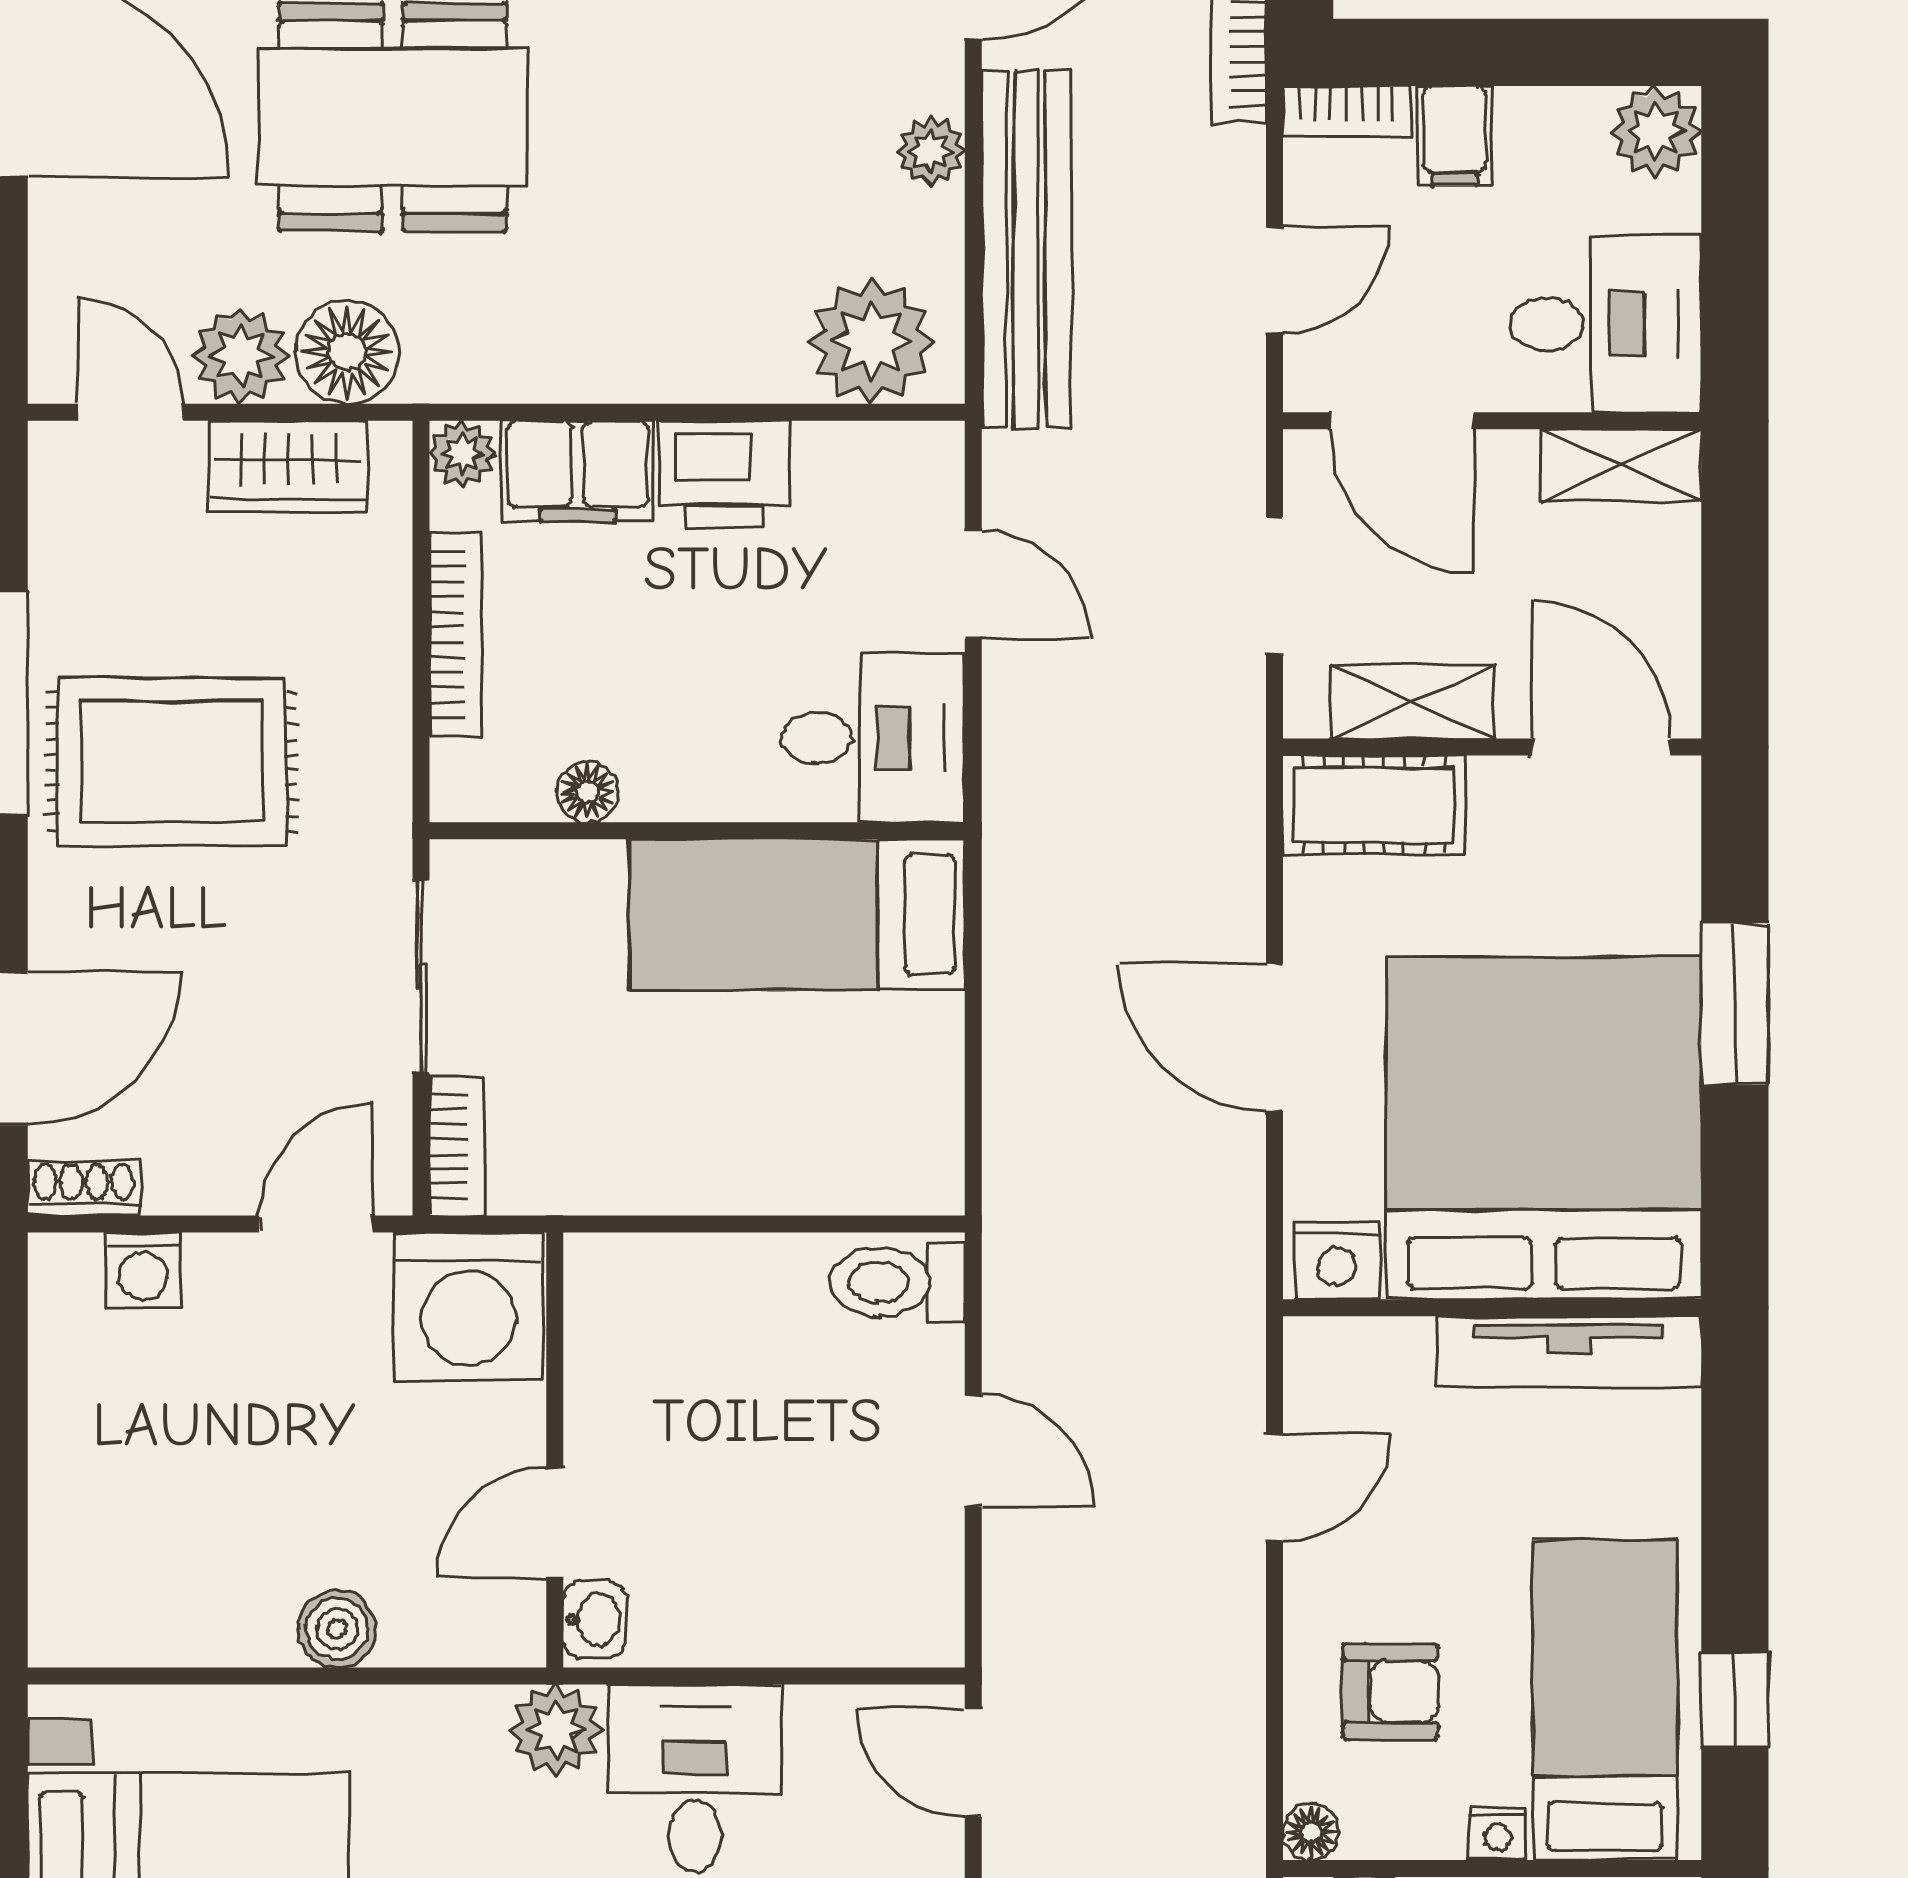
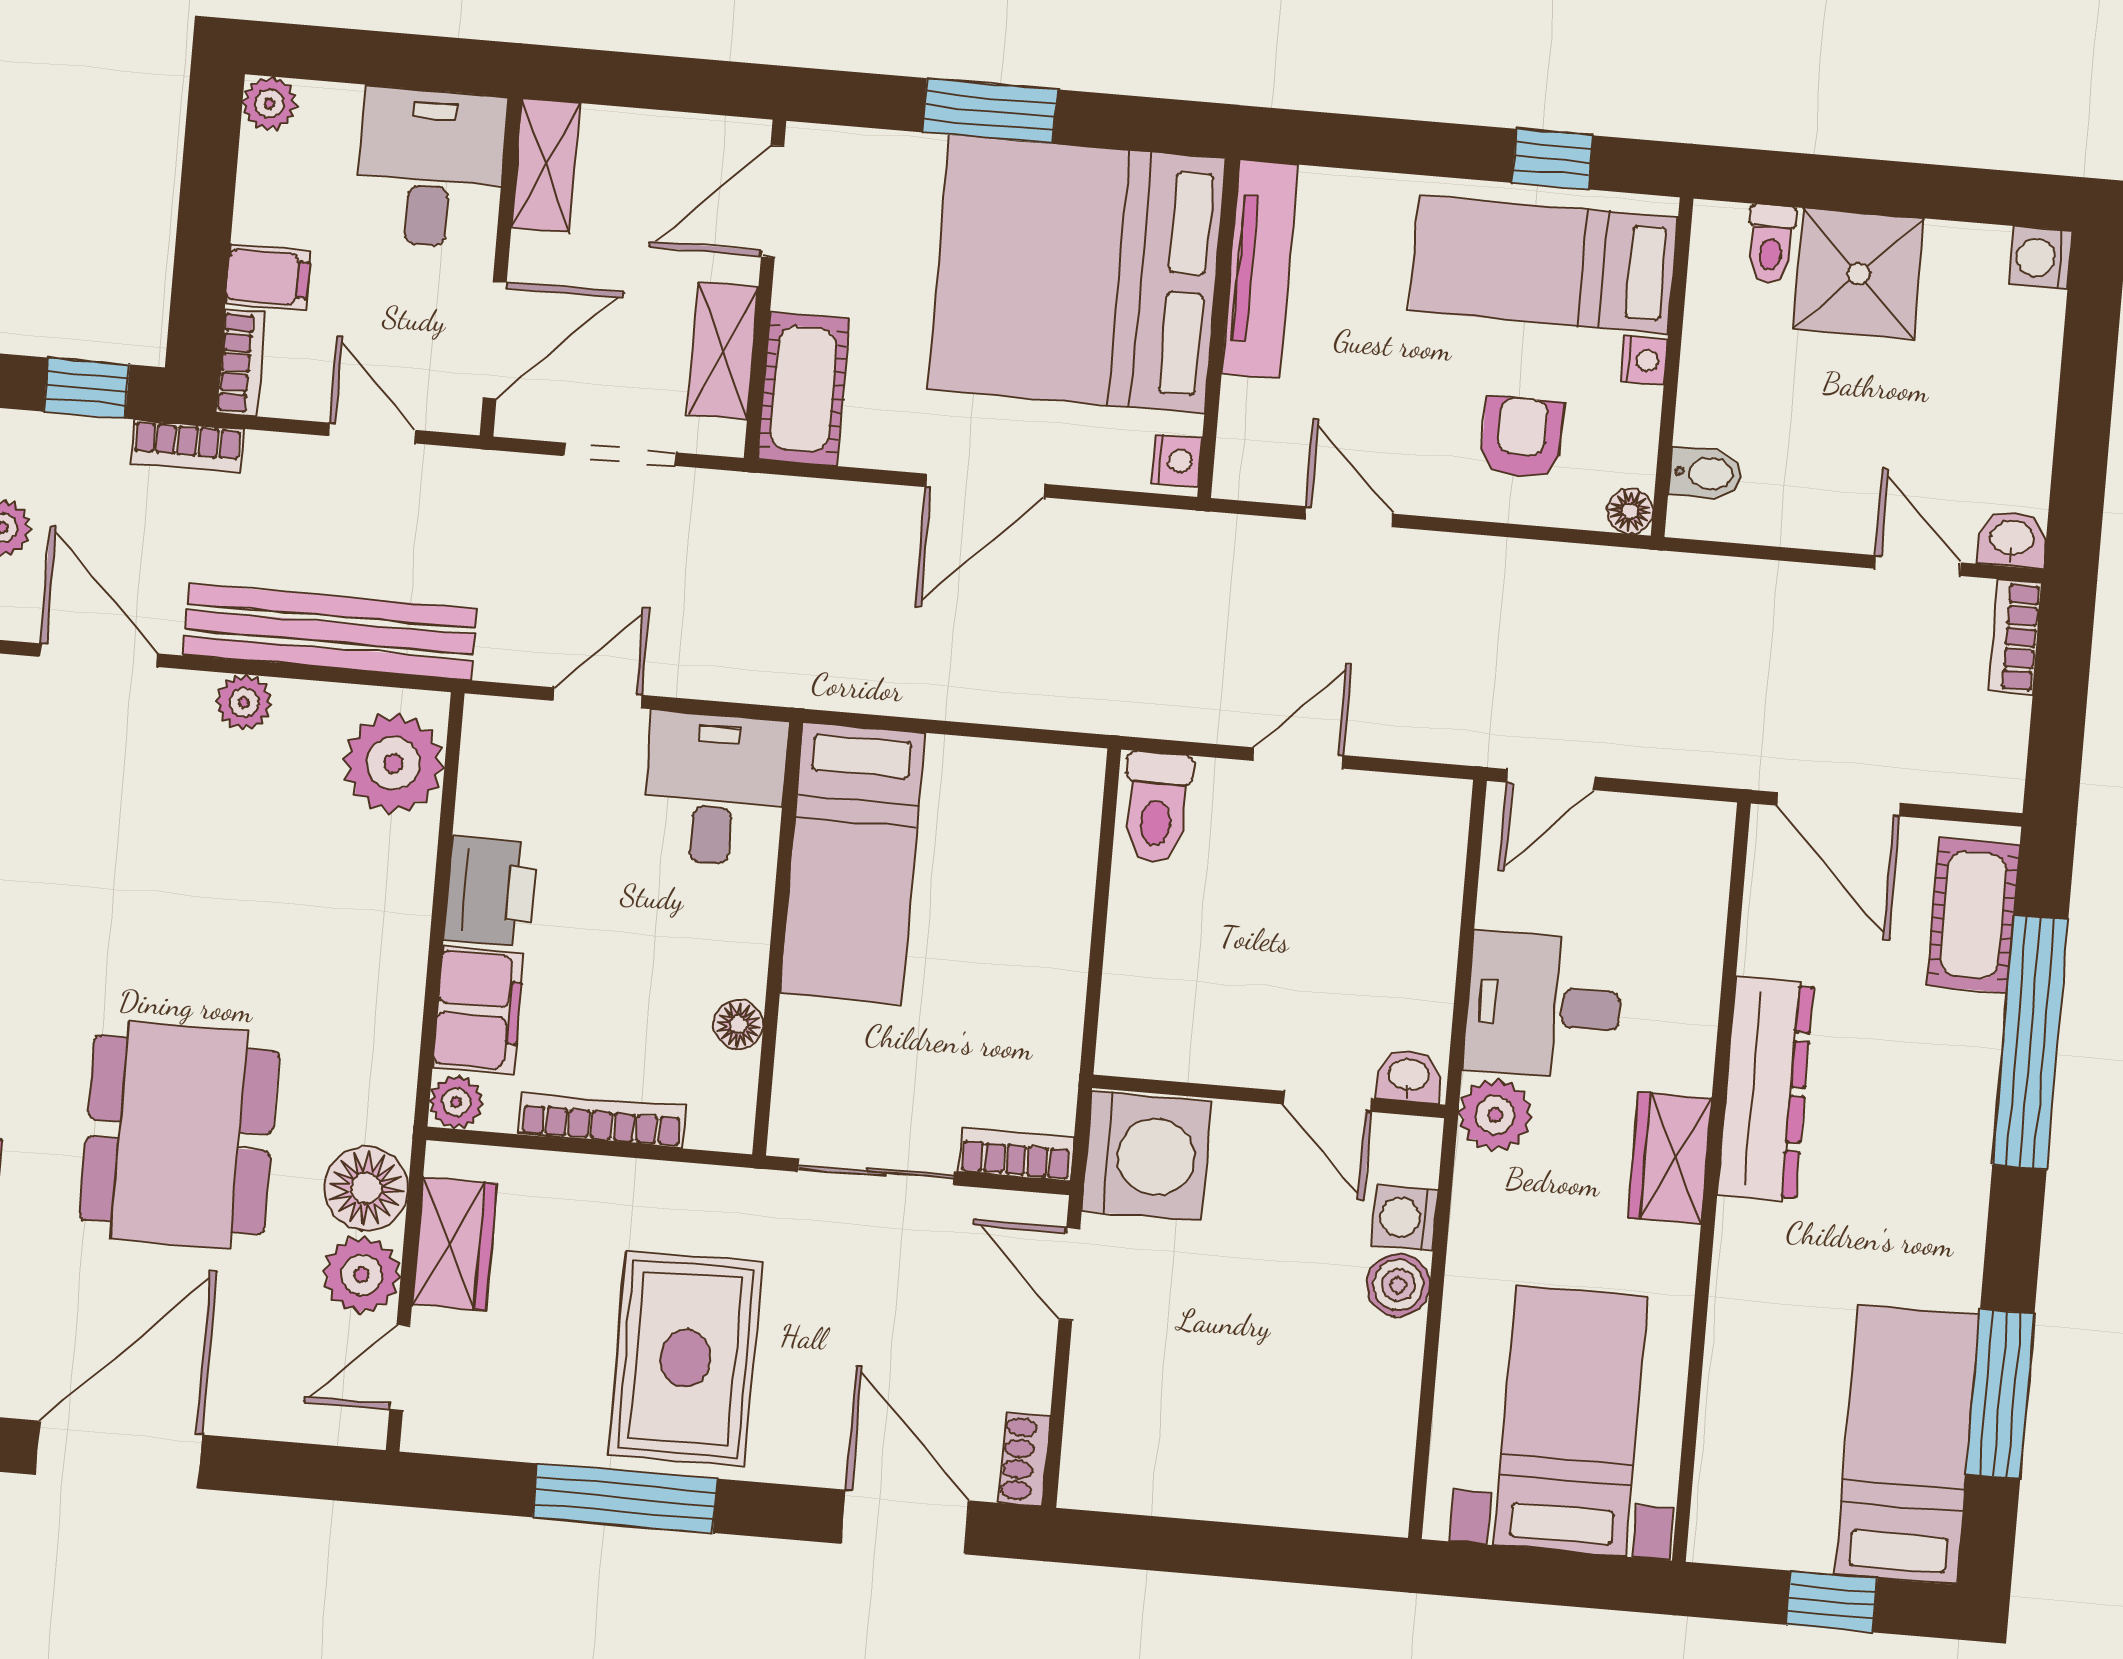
plant: (1656, 132) -> (269, 104), width x0.73, depth x0.73
nightstand: (1337, 1260) -> (1177, 461), width x0.72, depth x0.74
washing machine: (143, 1270) -> (1405, 1218), moved, turned 180

